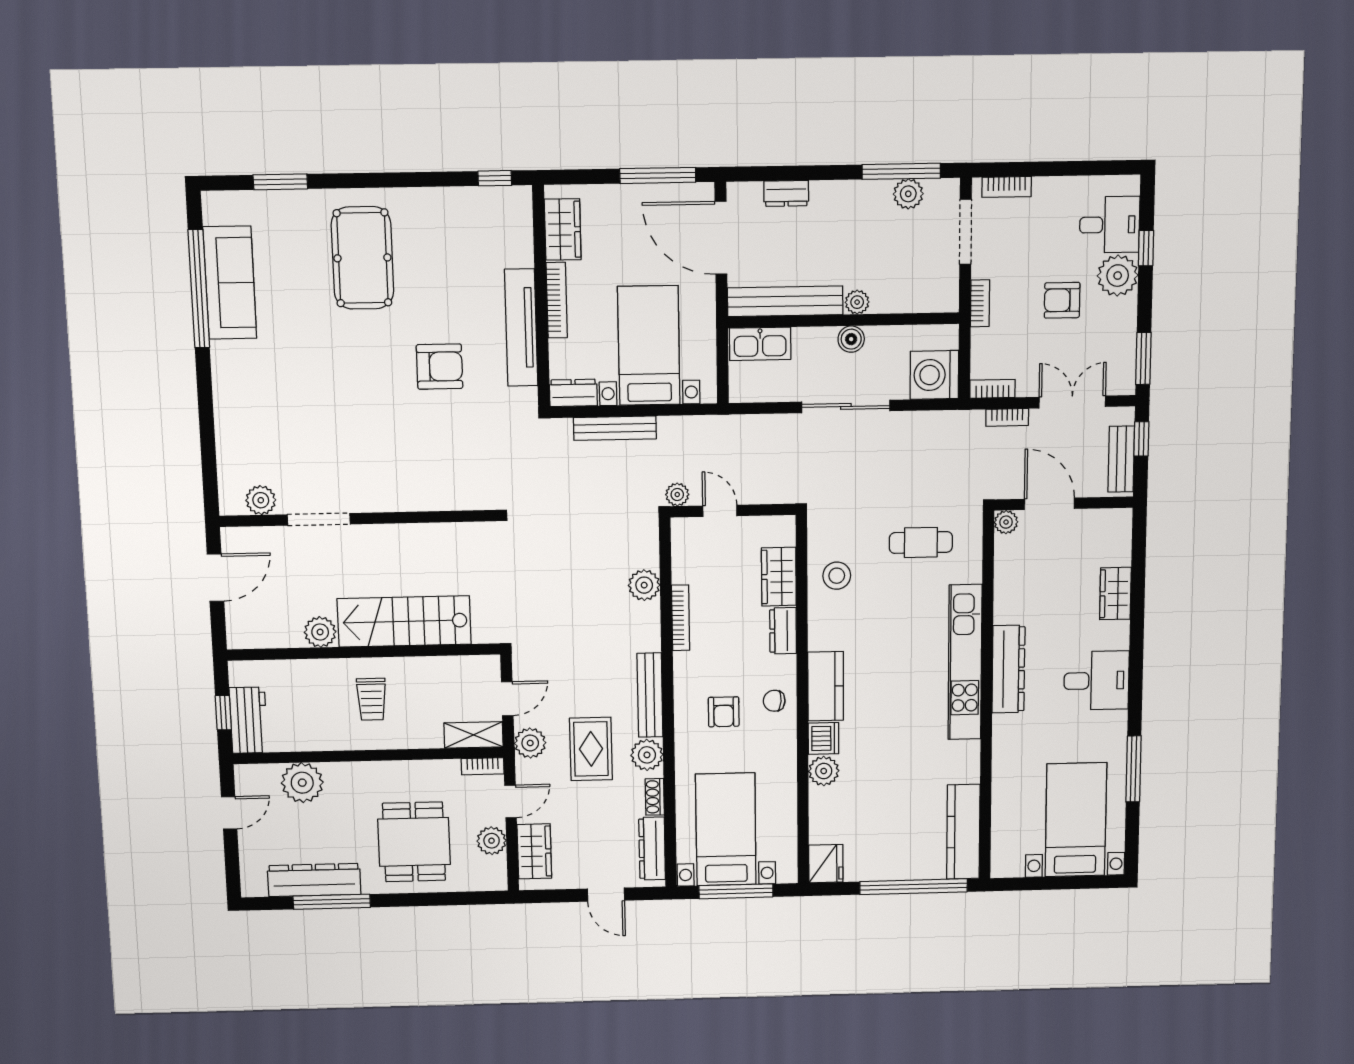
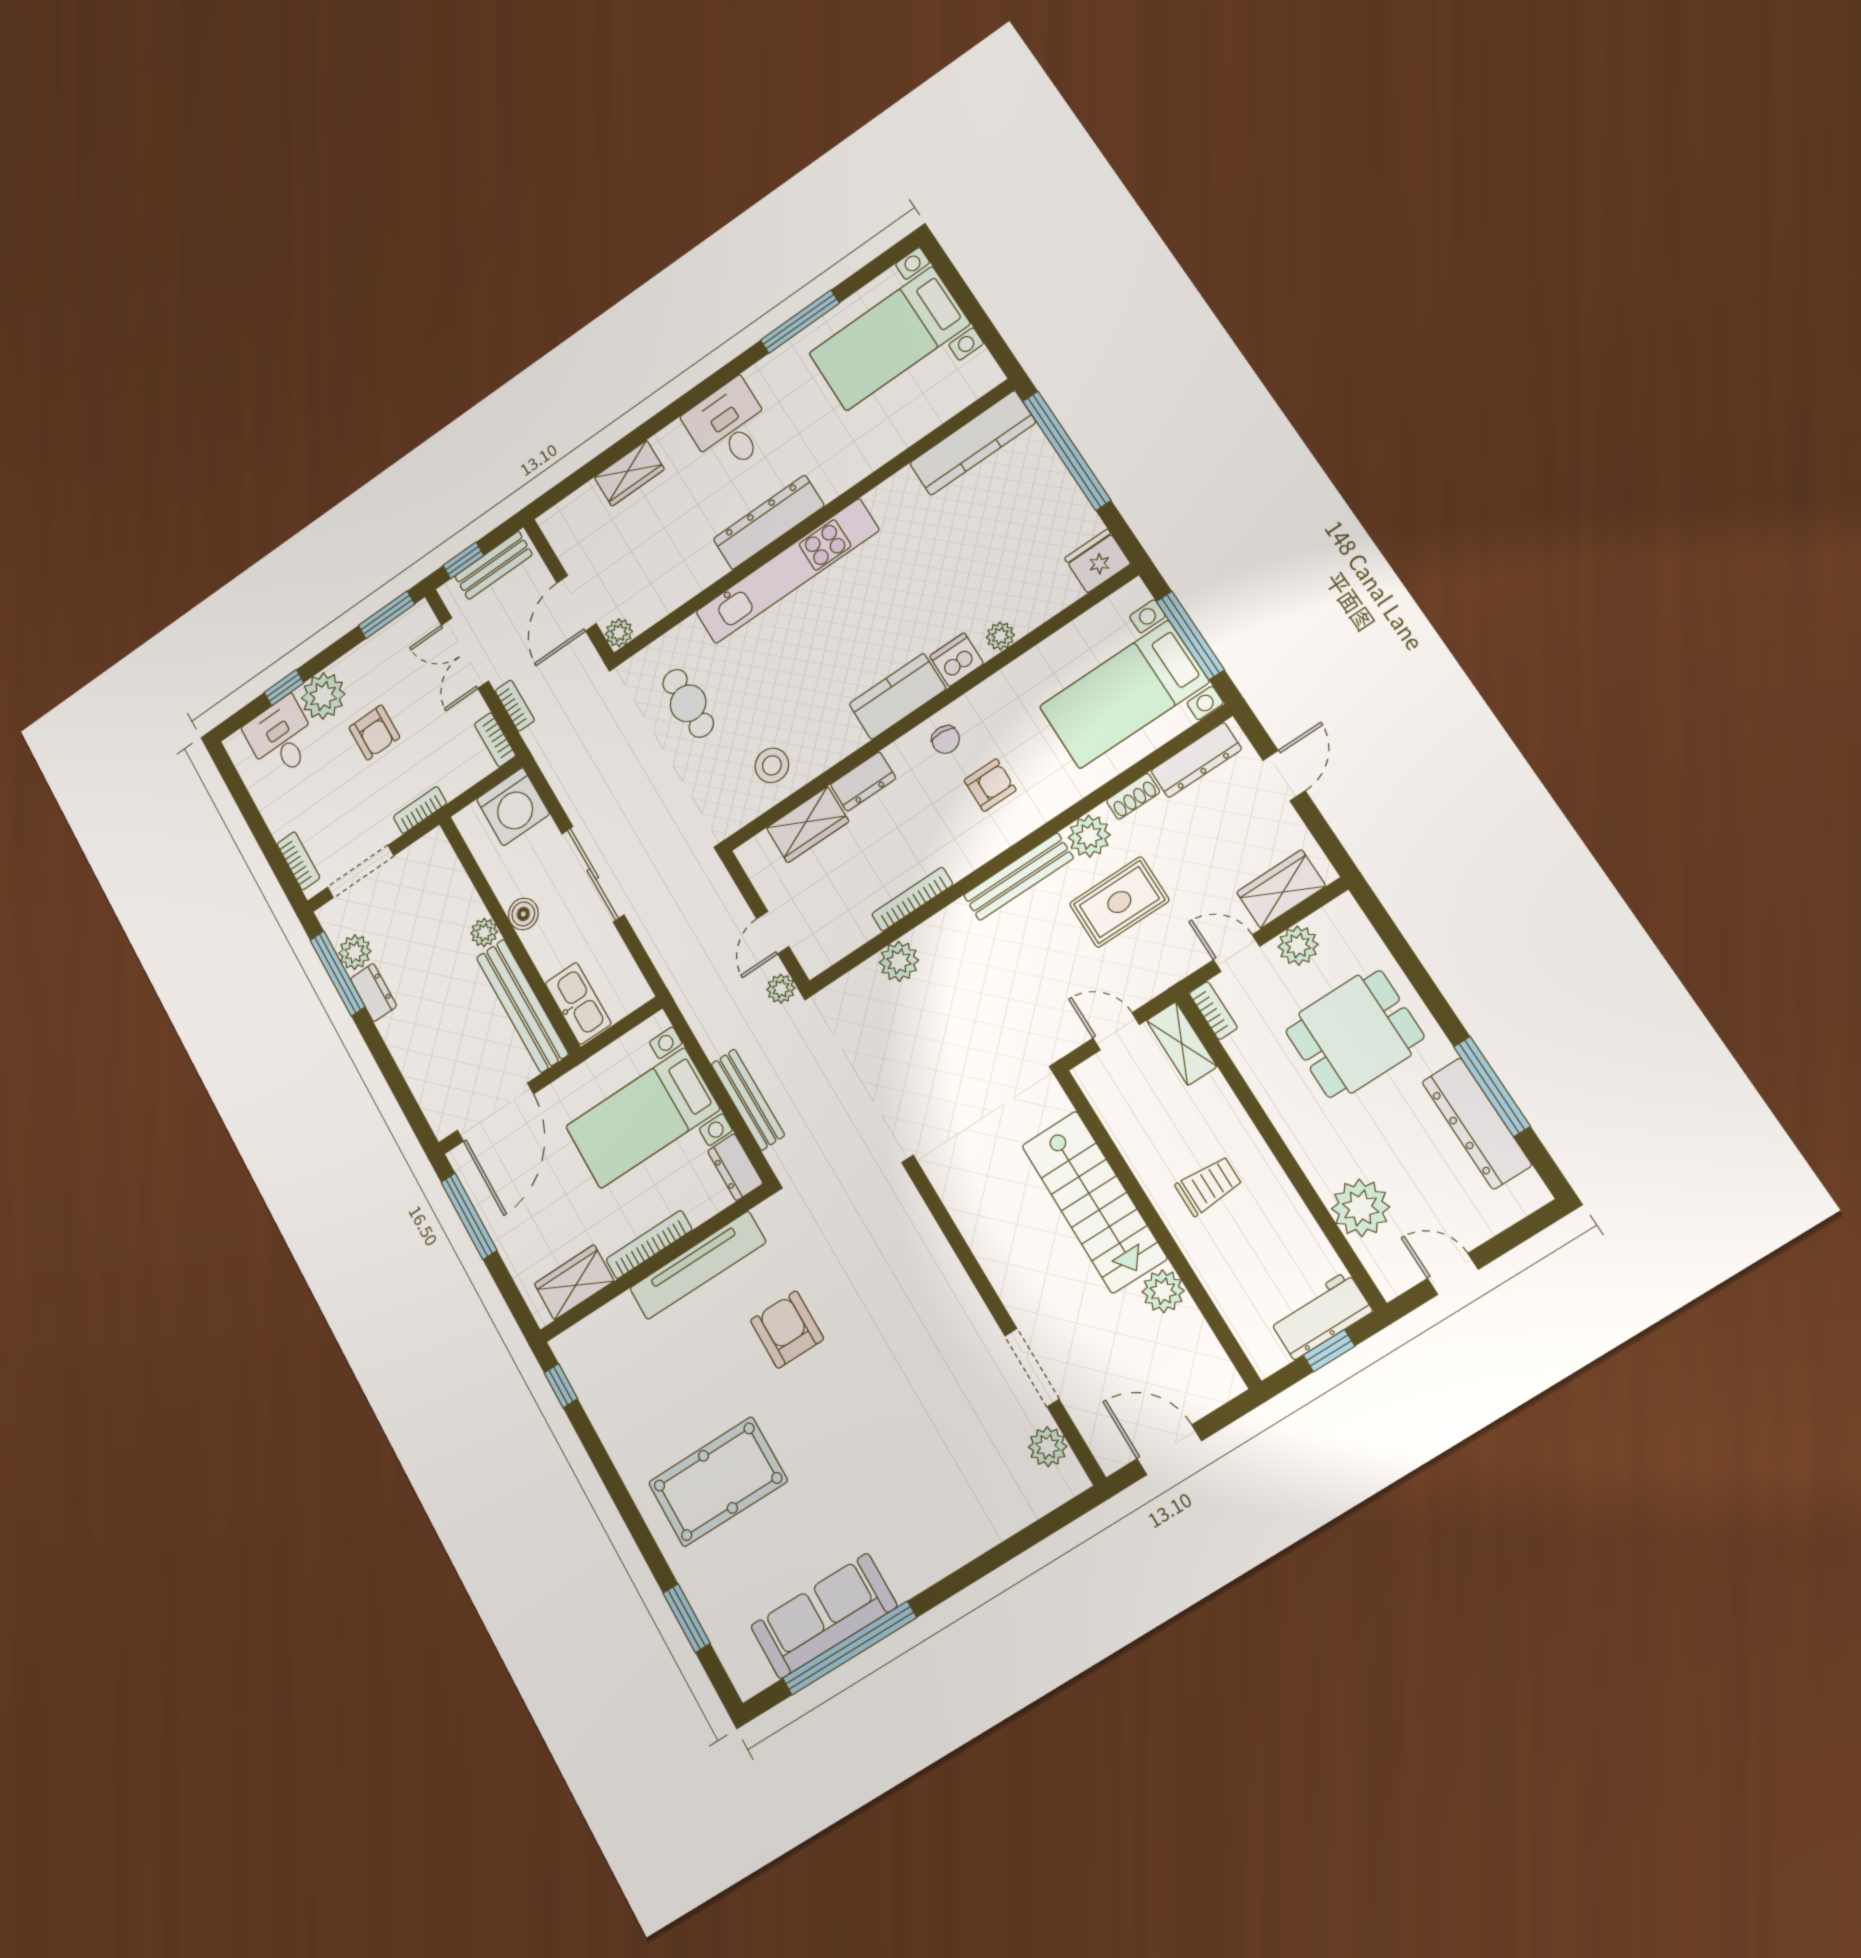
dresser: (786, 193) -> (373, 993), moved
plant: (530, 743) -> (1153, 974), removed
plant: (824, 771) -> (1000, 636), width x0.73, depth x0.73

